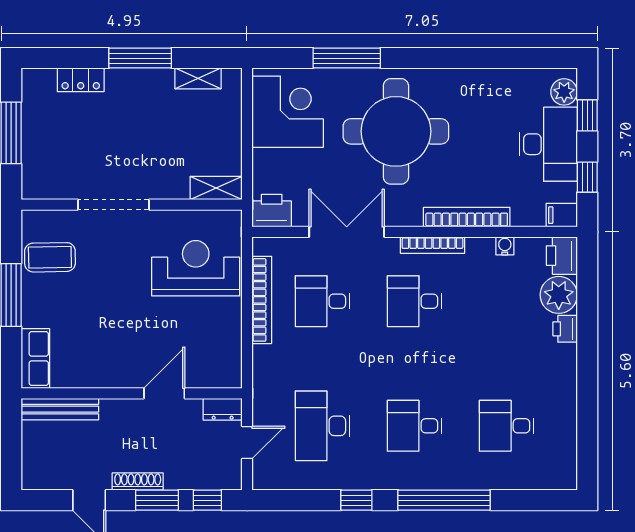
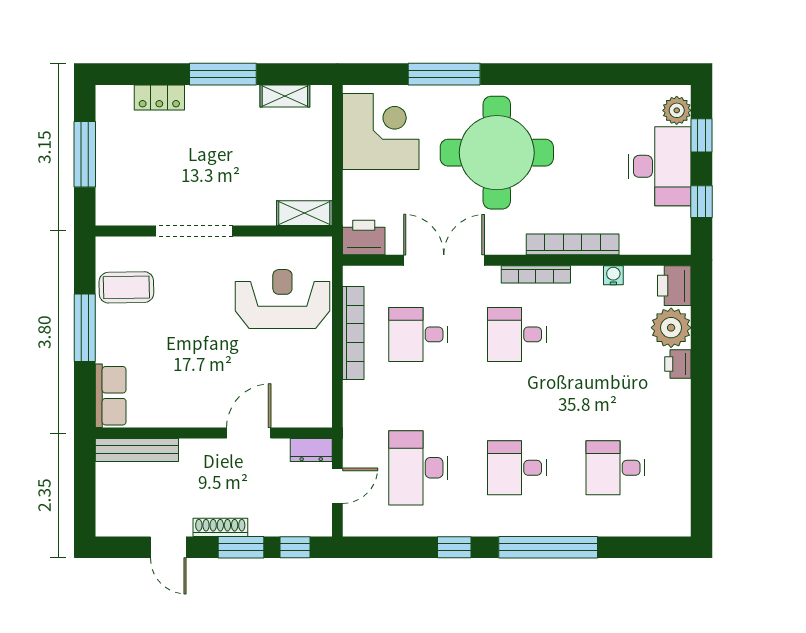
filing cabinet: (562, 215) -> (674, 242), removed

